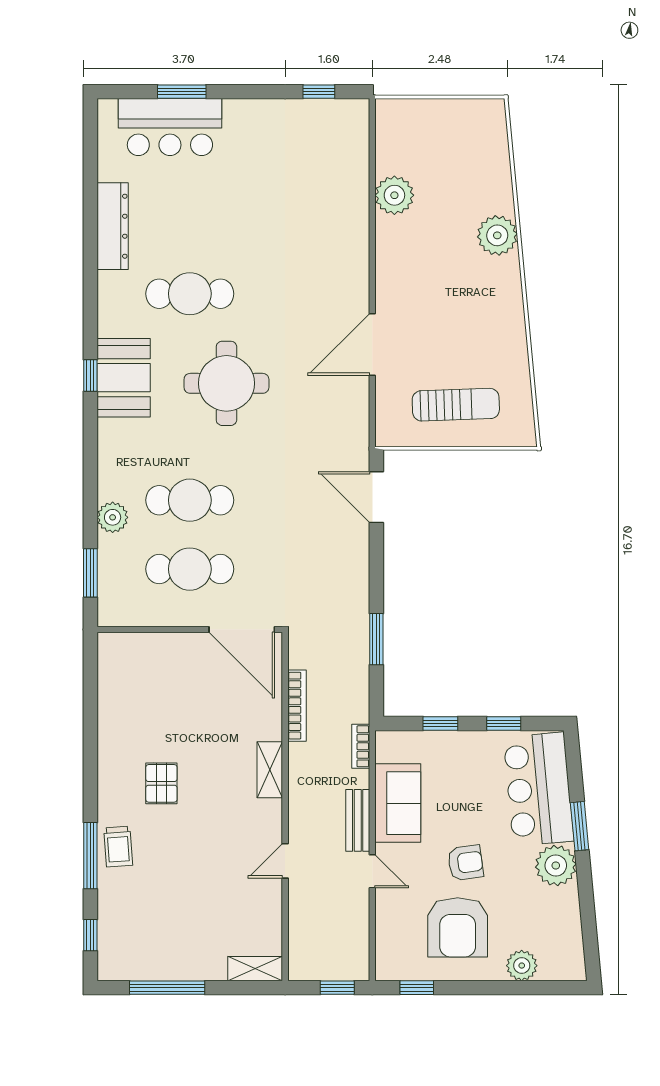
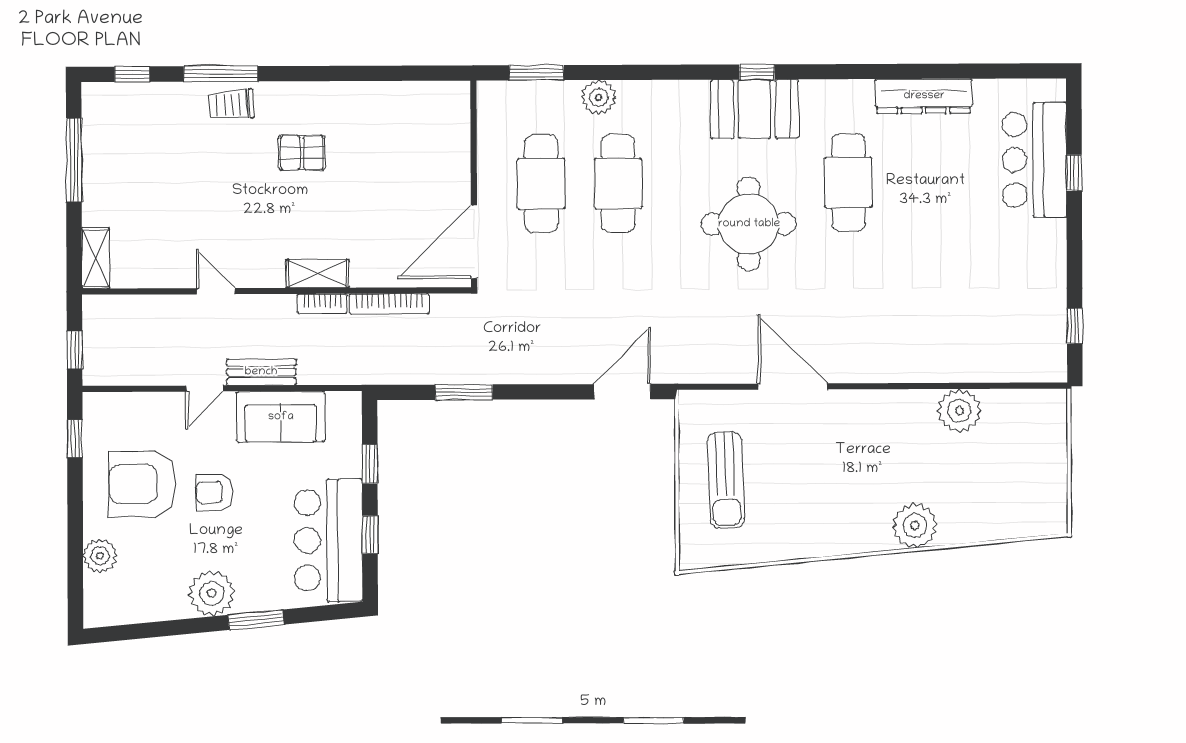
window: (182, 92) -> (1074, 173), width x0.67
bookcase: (361, 746) -> (322, 304), moved, turned 180
bar counter: (539, 789) -> (328, 540), moved, turned -85
armchair: (465, 863) -> (214, 492), turned 98

